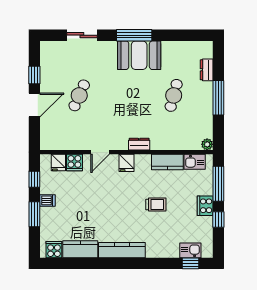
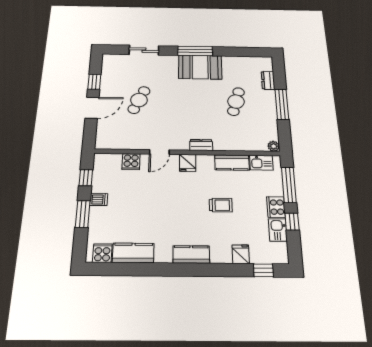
fridge: (58, 163) -> (241, 254), moved, turned 180
kitchen counter: (122, 250) -> (191, 254), width x0.67
kitchen sink: (190, 250) -> (278, 230), moved, turned -90

